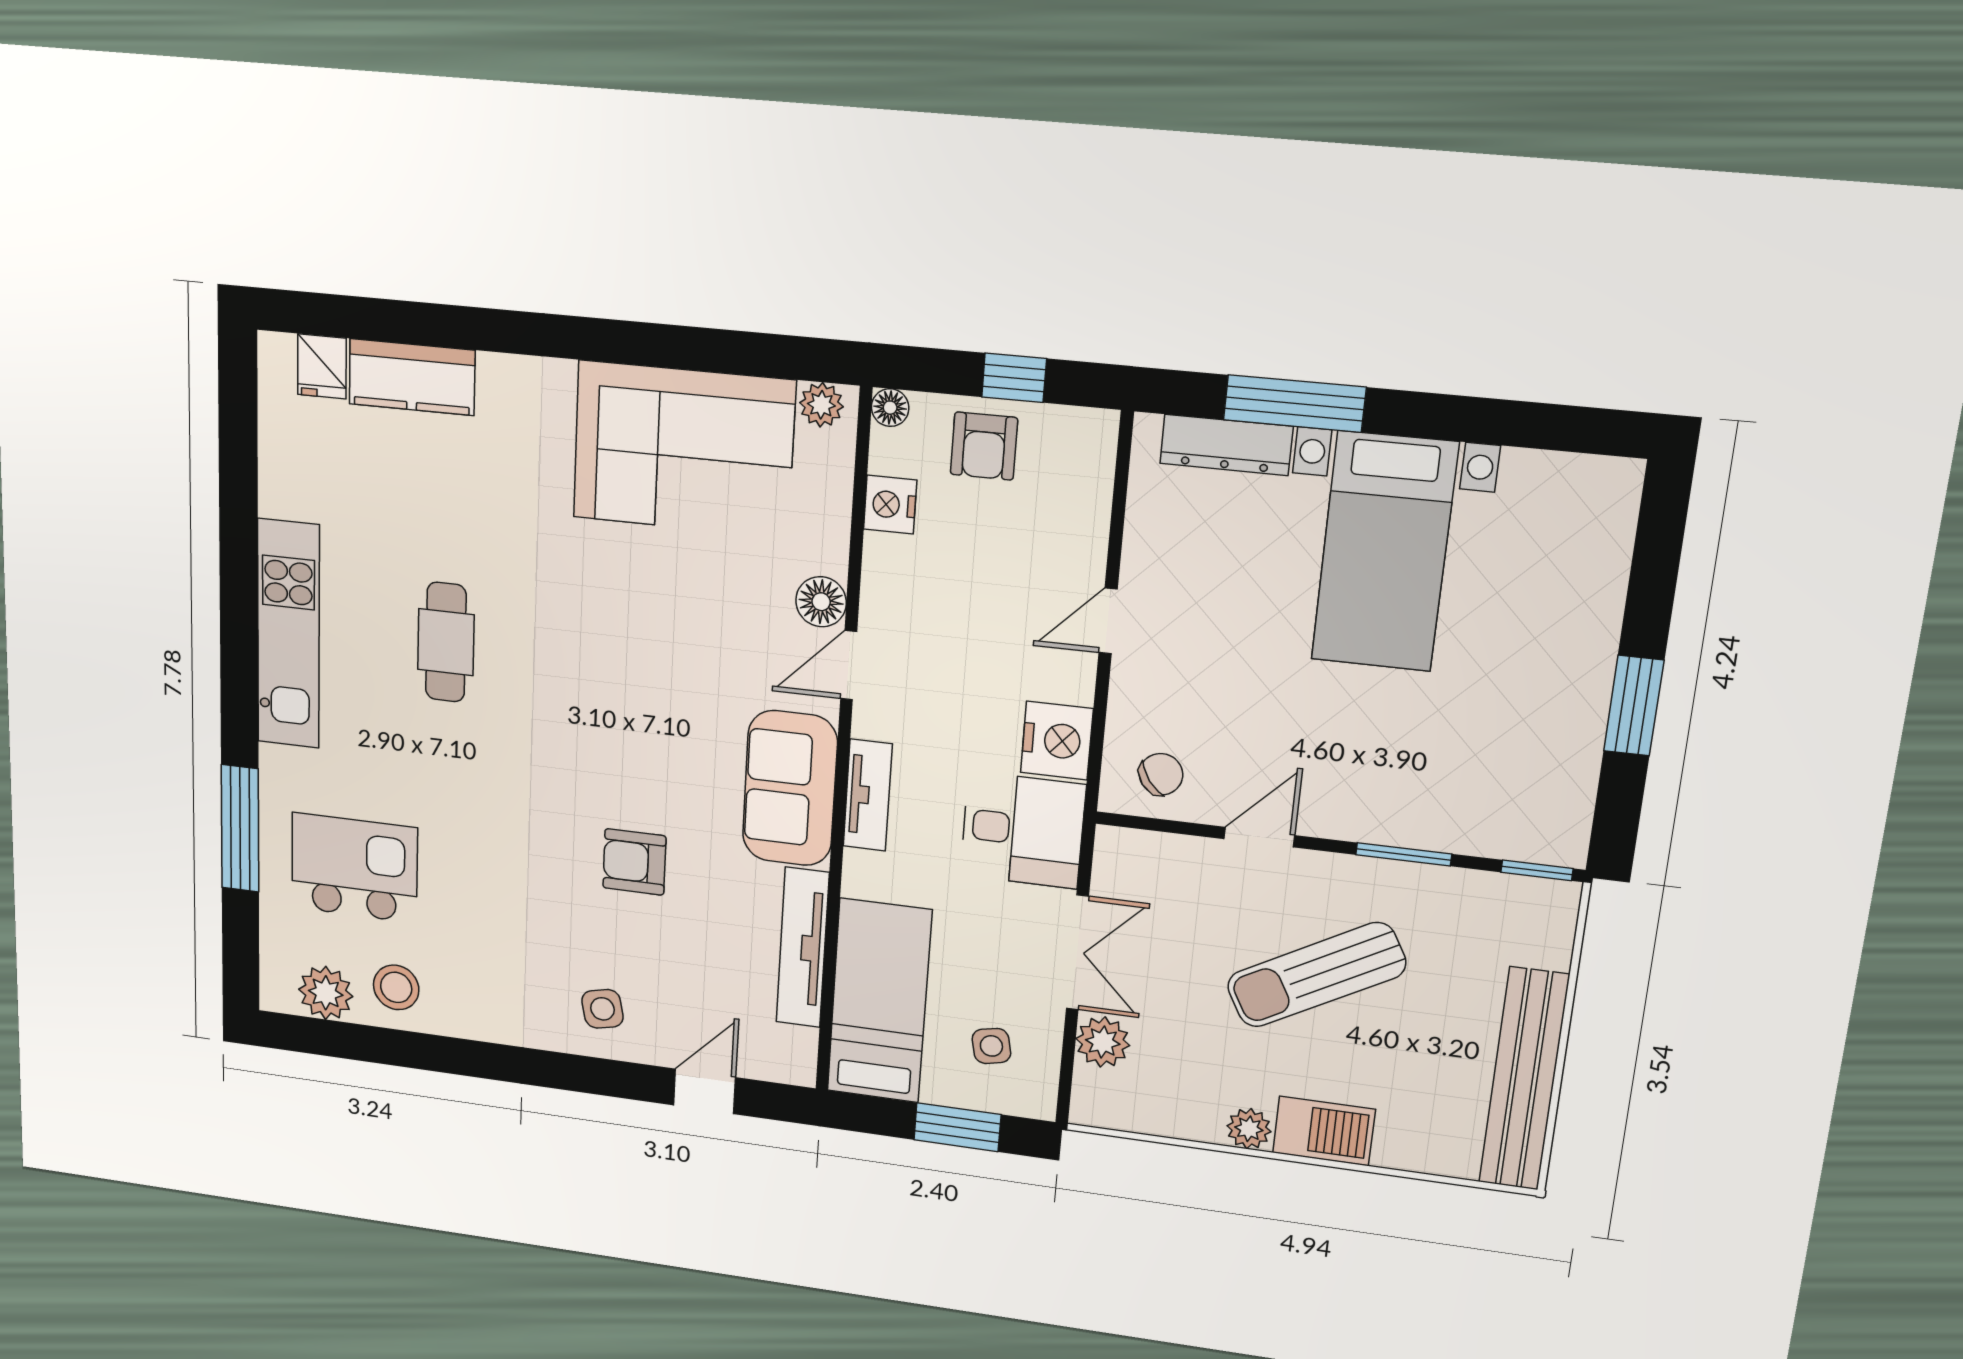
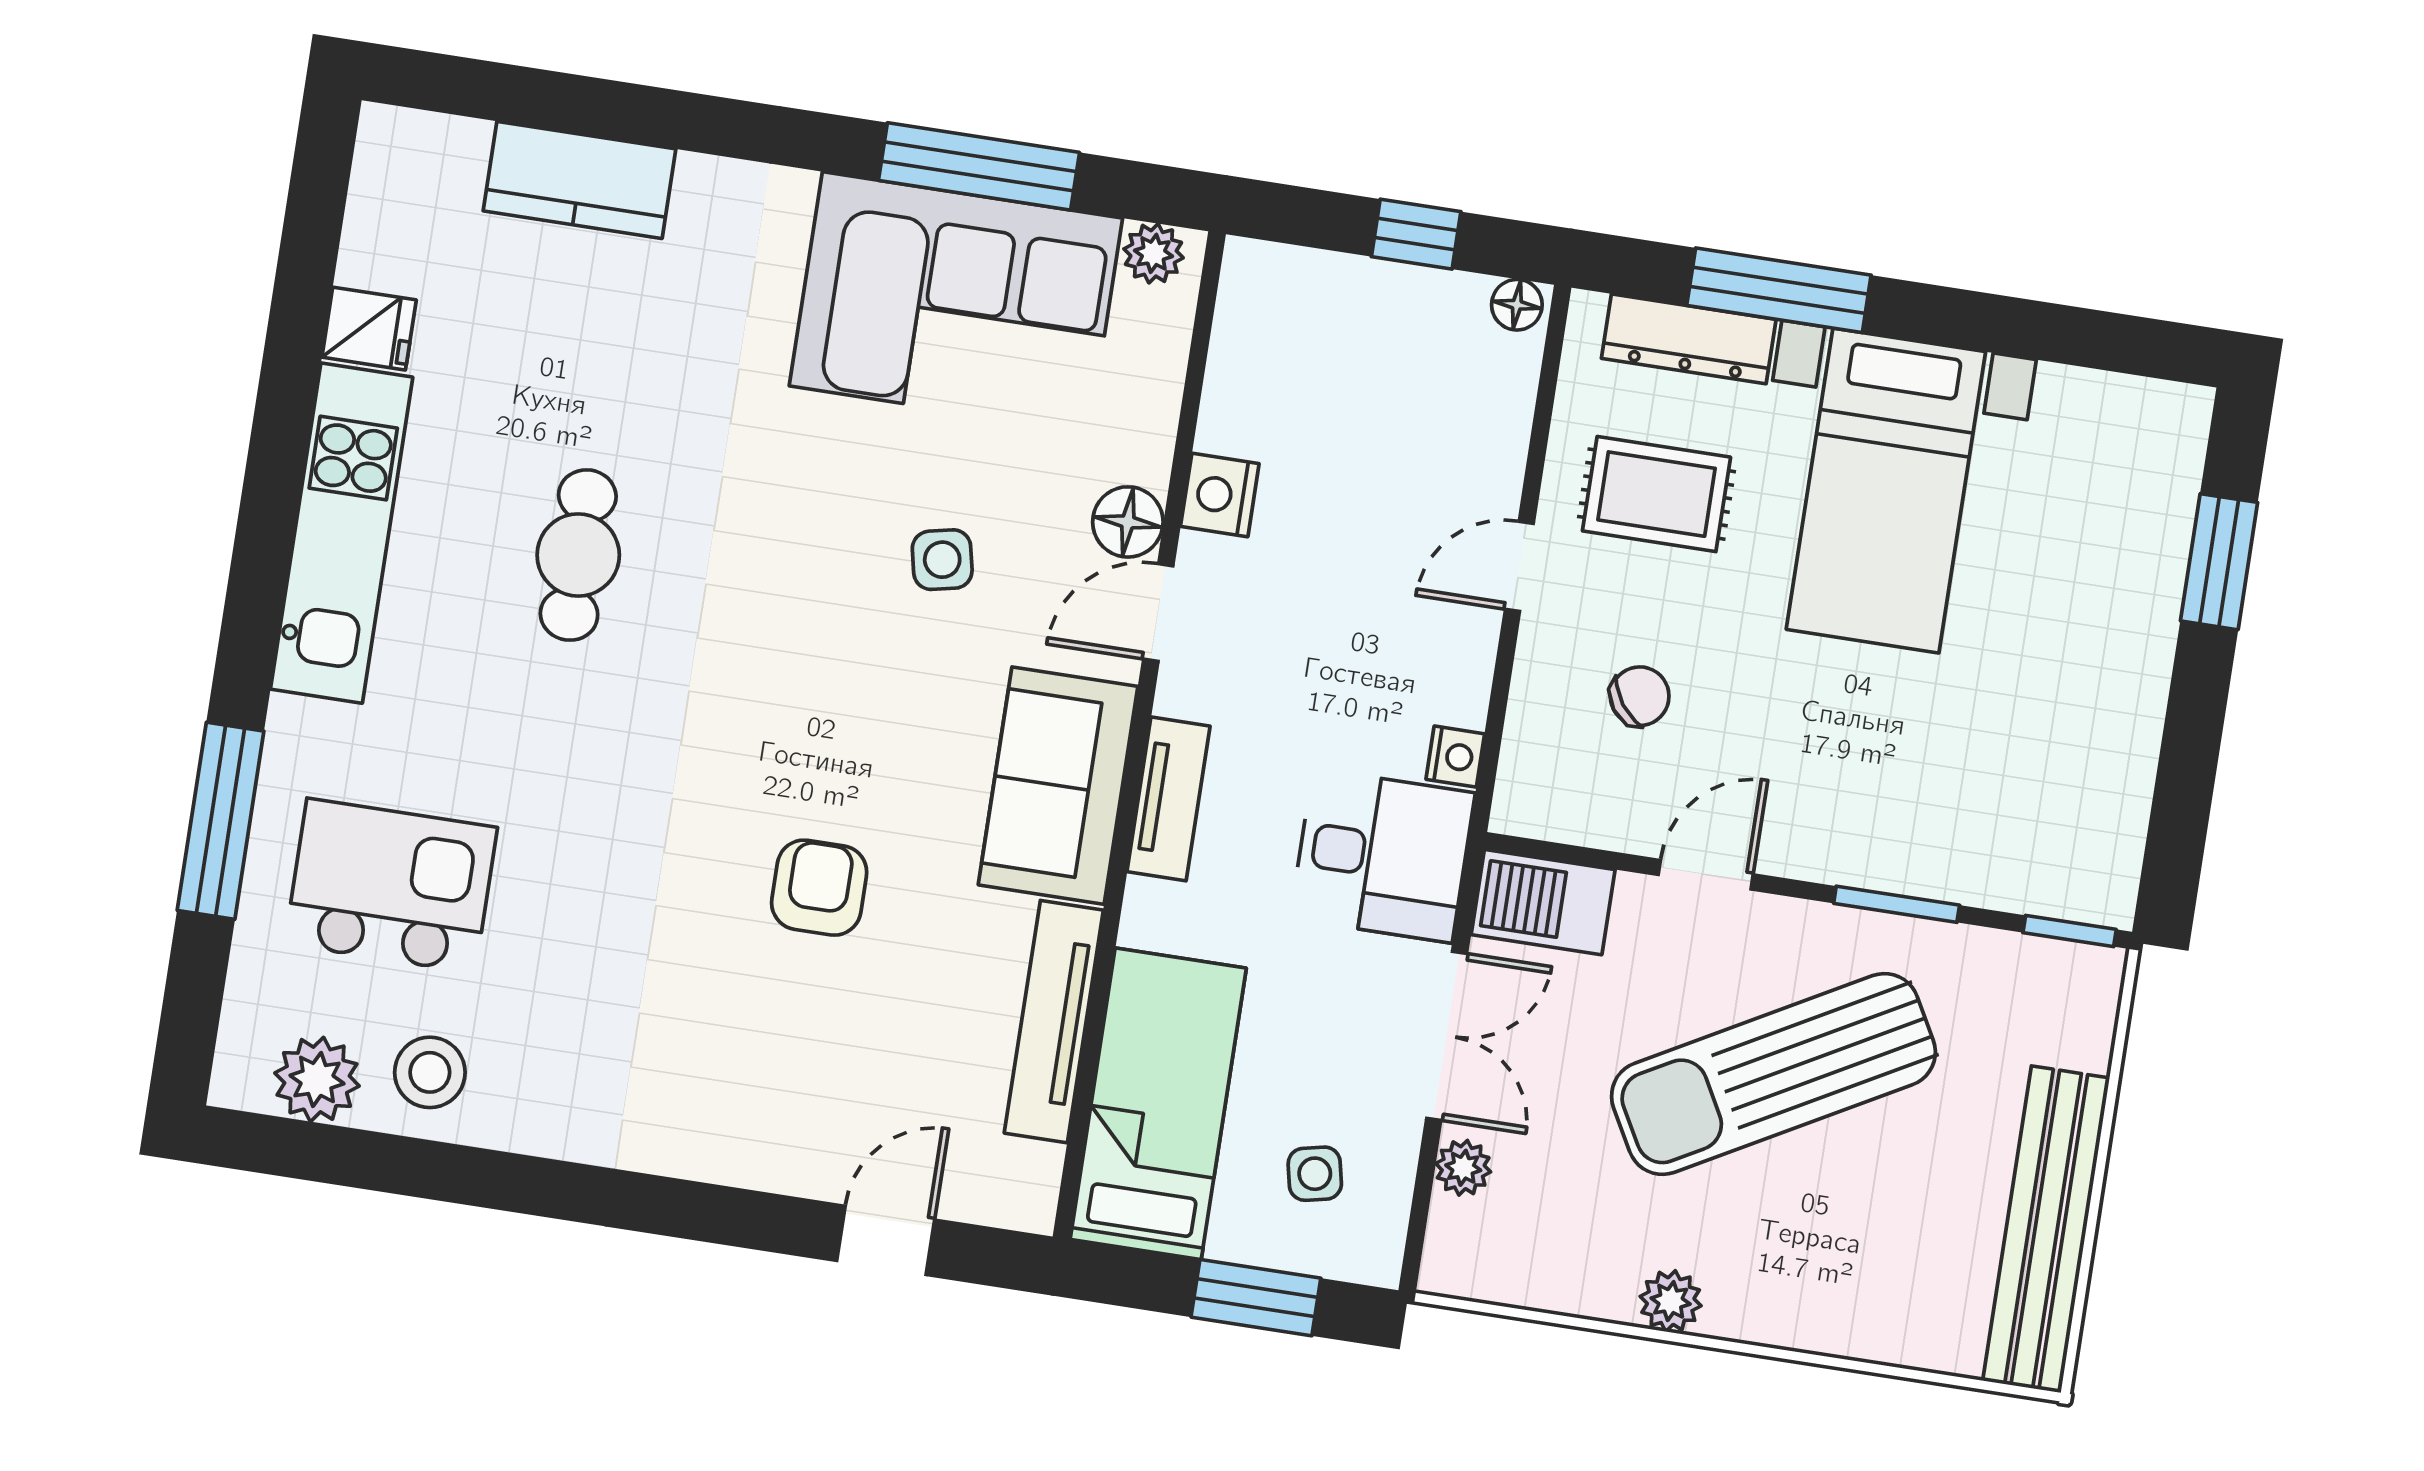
window: (689, 348) -> (979, 166), added
fridge: (322, 366) -> (369, 329), moved, turned -90
floor lamp: (890, 408) -> (1517, 305), moved
armchair: (984, 446) -> (1369, 322), removed
nightstand: (890, 505) -> (1220, 495), moved
rug: (1208, 563) -> (1657, 494), added
window: (1634, 706) -> (2219, 562), moved
nightstand: (1057, 741) -> (1455, 757), width x0.53, depth x0.56
chair: (1161, 774) -> (1640, 696), moved
armchair: (634, 862) -> (819, 888), turned 90
sun lounger: (1316, 975) -> (1773, 1074), width x1.36, depth x1.34
side table: (602, 1009) -> (942, 560), moved
plant: (1103, 1042) -> (1463, 1168), width x0.73, depth x0.73
barbecue: (1324, 1131) -> (1543, 902), moved, turned 180

